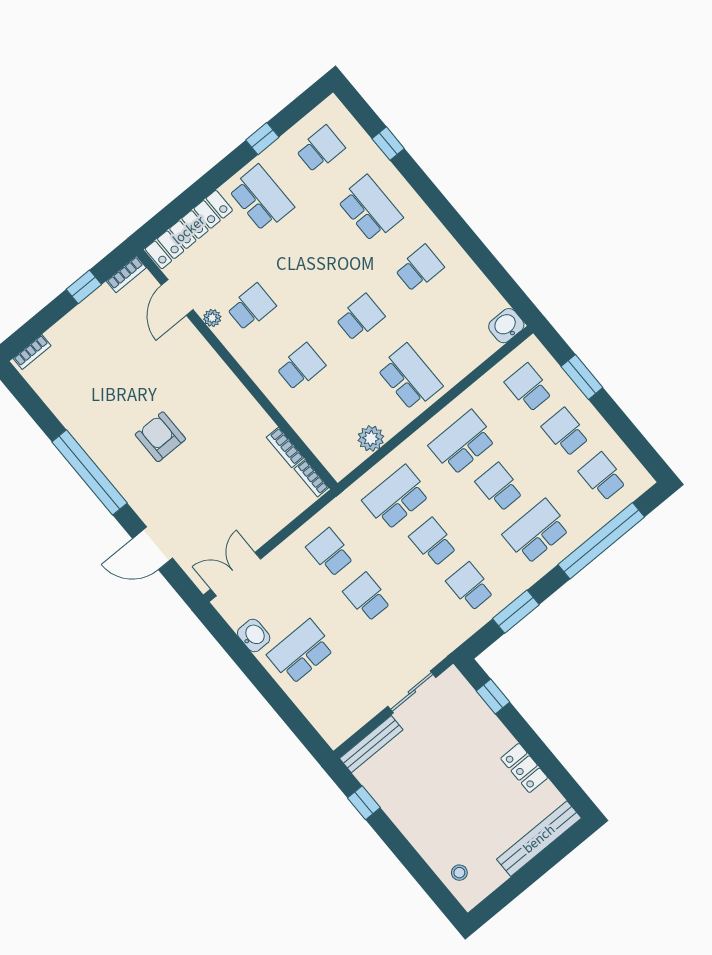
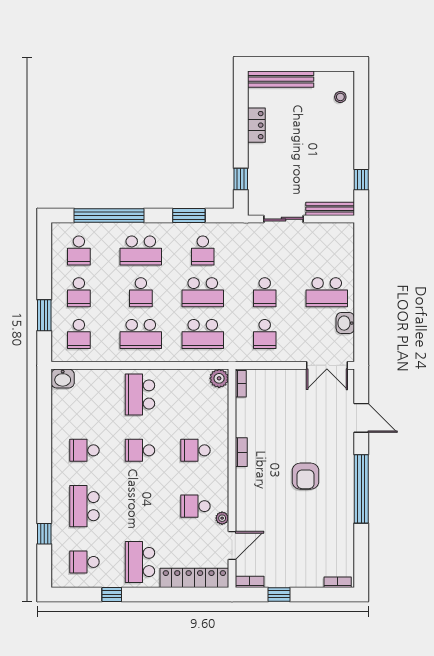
plant: (371, 438) -> (219, 378), moved
bookcase: (285, 447) -> (241, 452), moved
school desk: (433, 542) -> (203, 292), width x1.85

